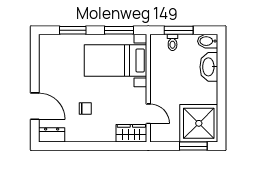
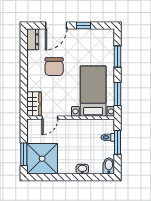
washbasin: (209, 67) -> (82, 169), width x0.52, depth x0.69
window: (35, 72) -> (83, 26), added
chair: (85, 109) -> (54, 67), width x1.87, depth x1.87

